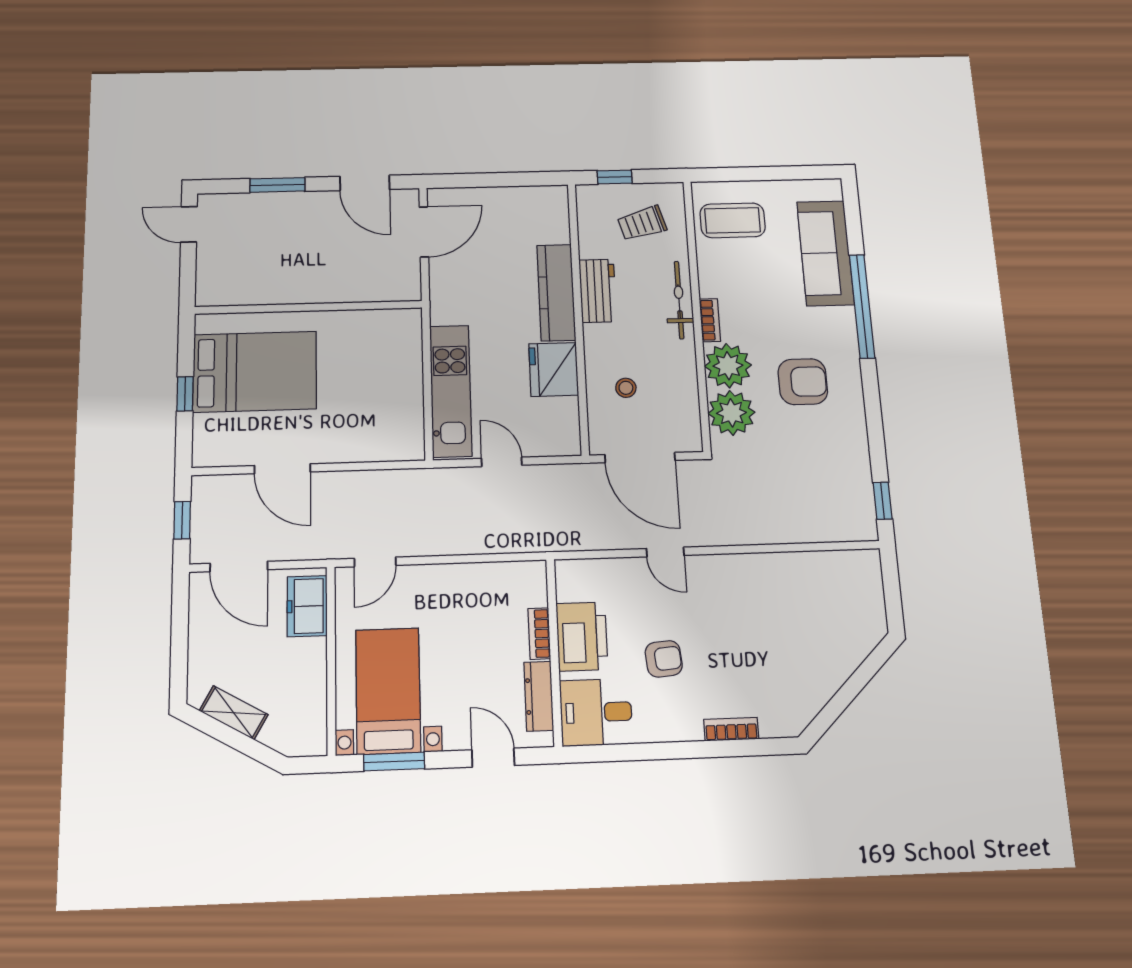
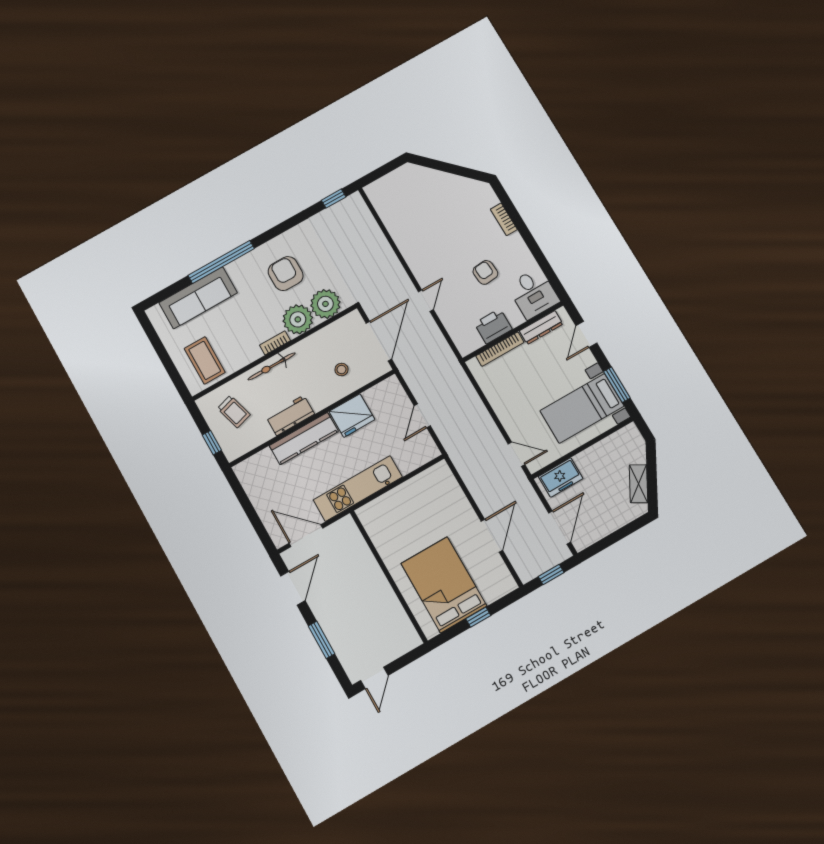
kitchen unit: (451, 391) -> (358, 489), moved
bookcase: (539, 634) -> (500, 349), width x1.56
printer: (582, 636) -> (493, 326), width x0.73, depth x0.84

